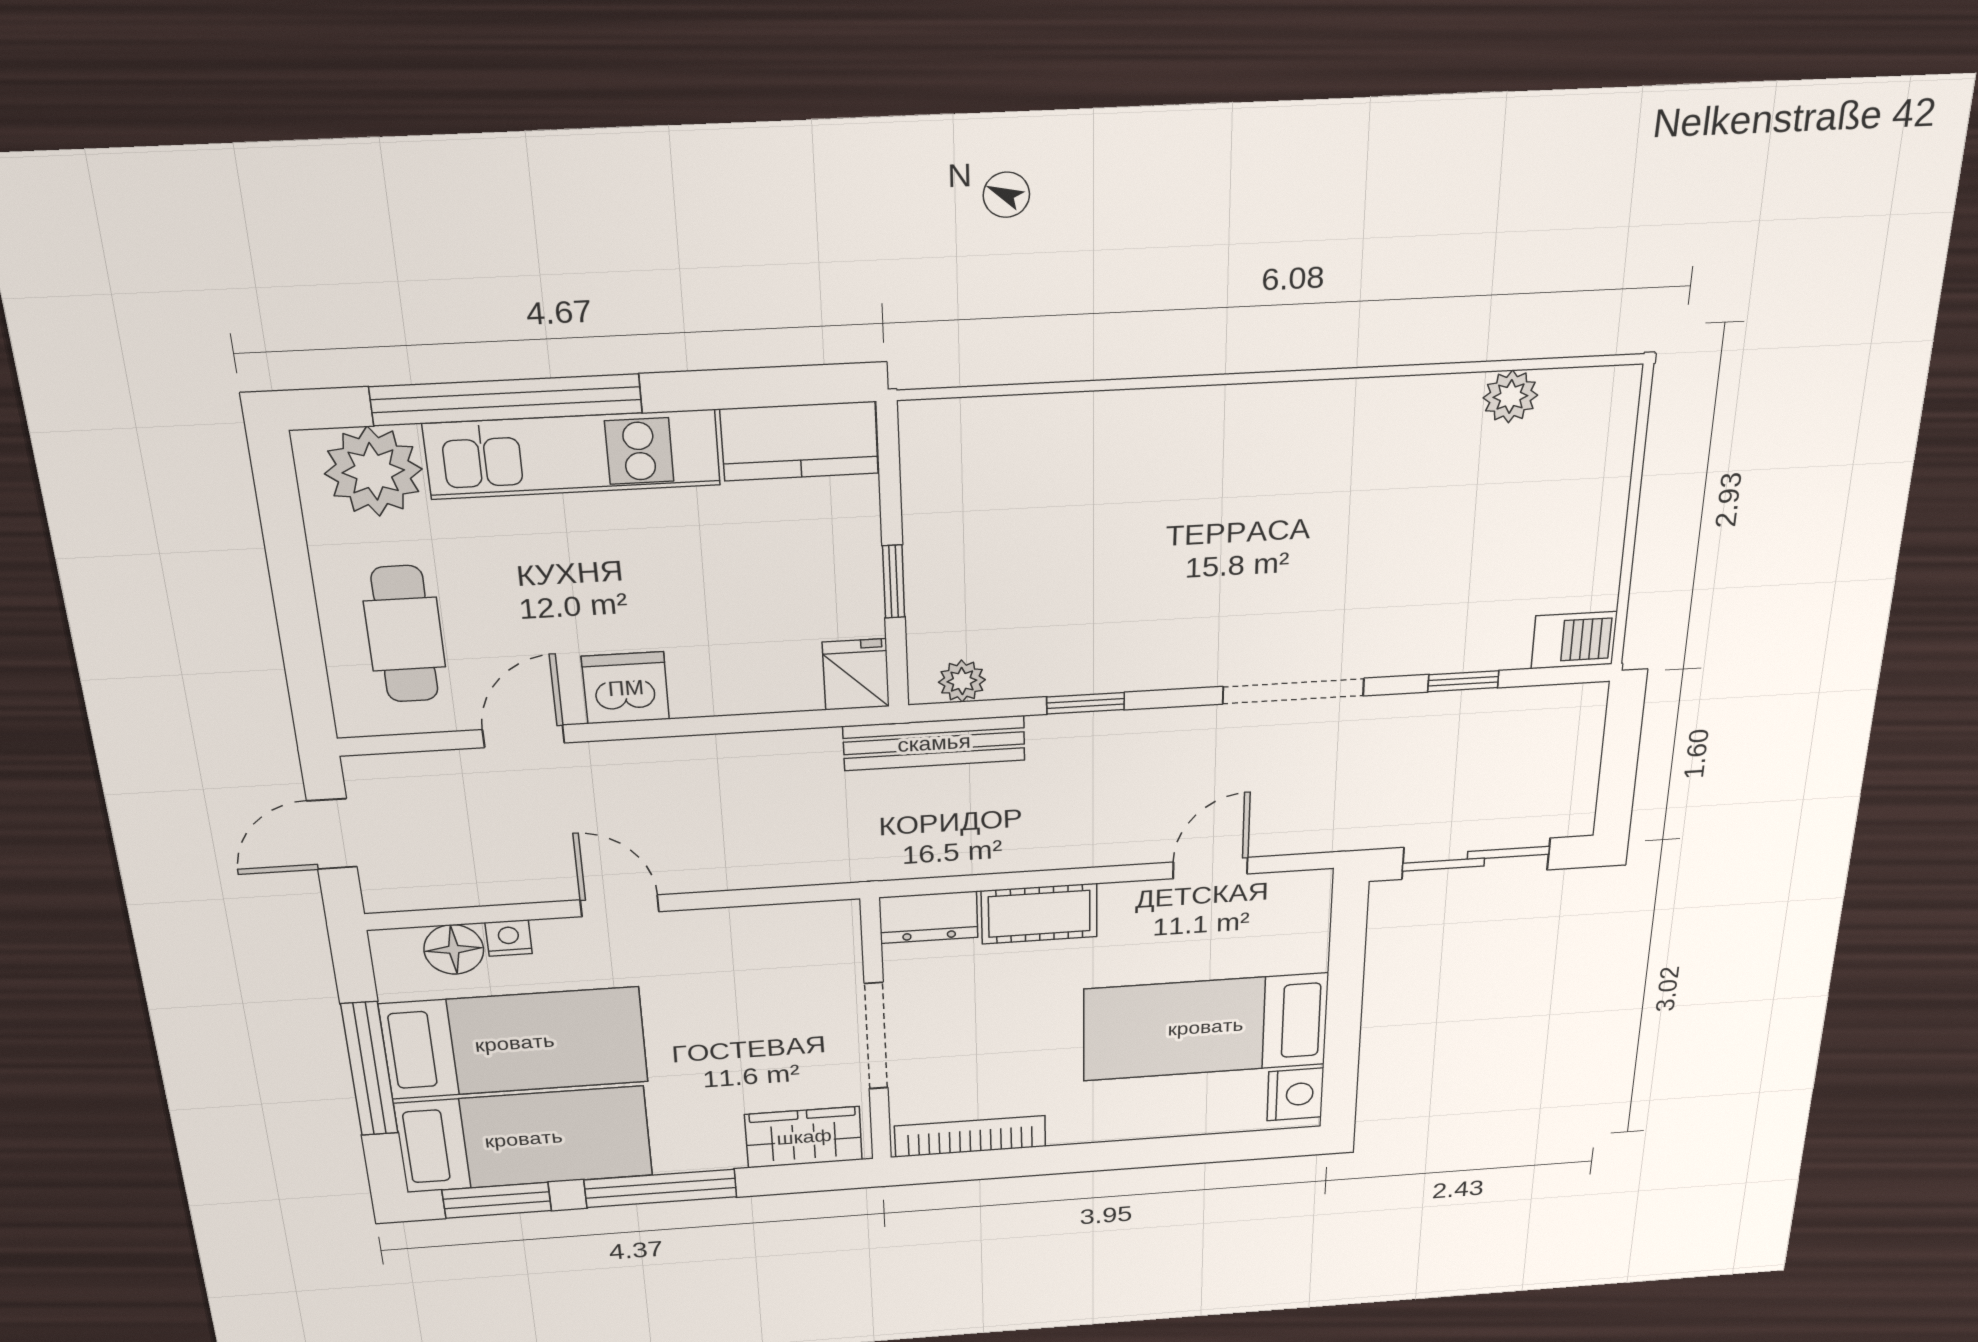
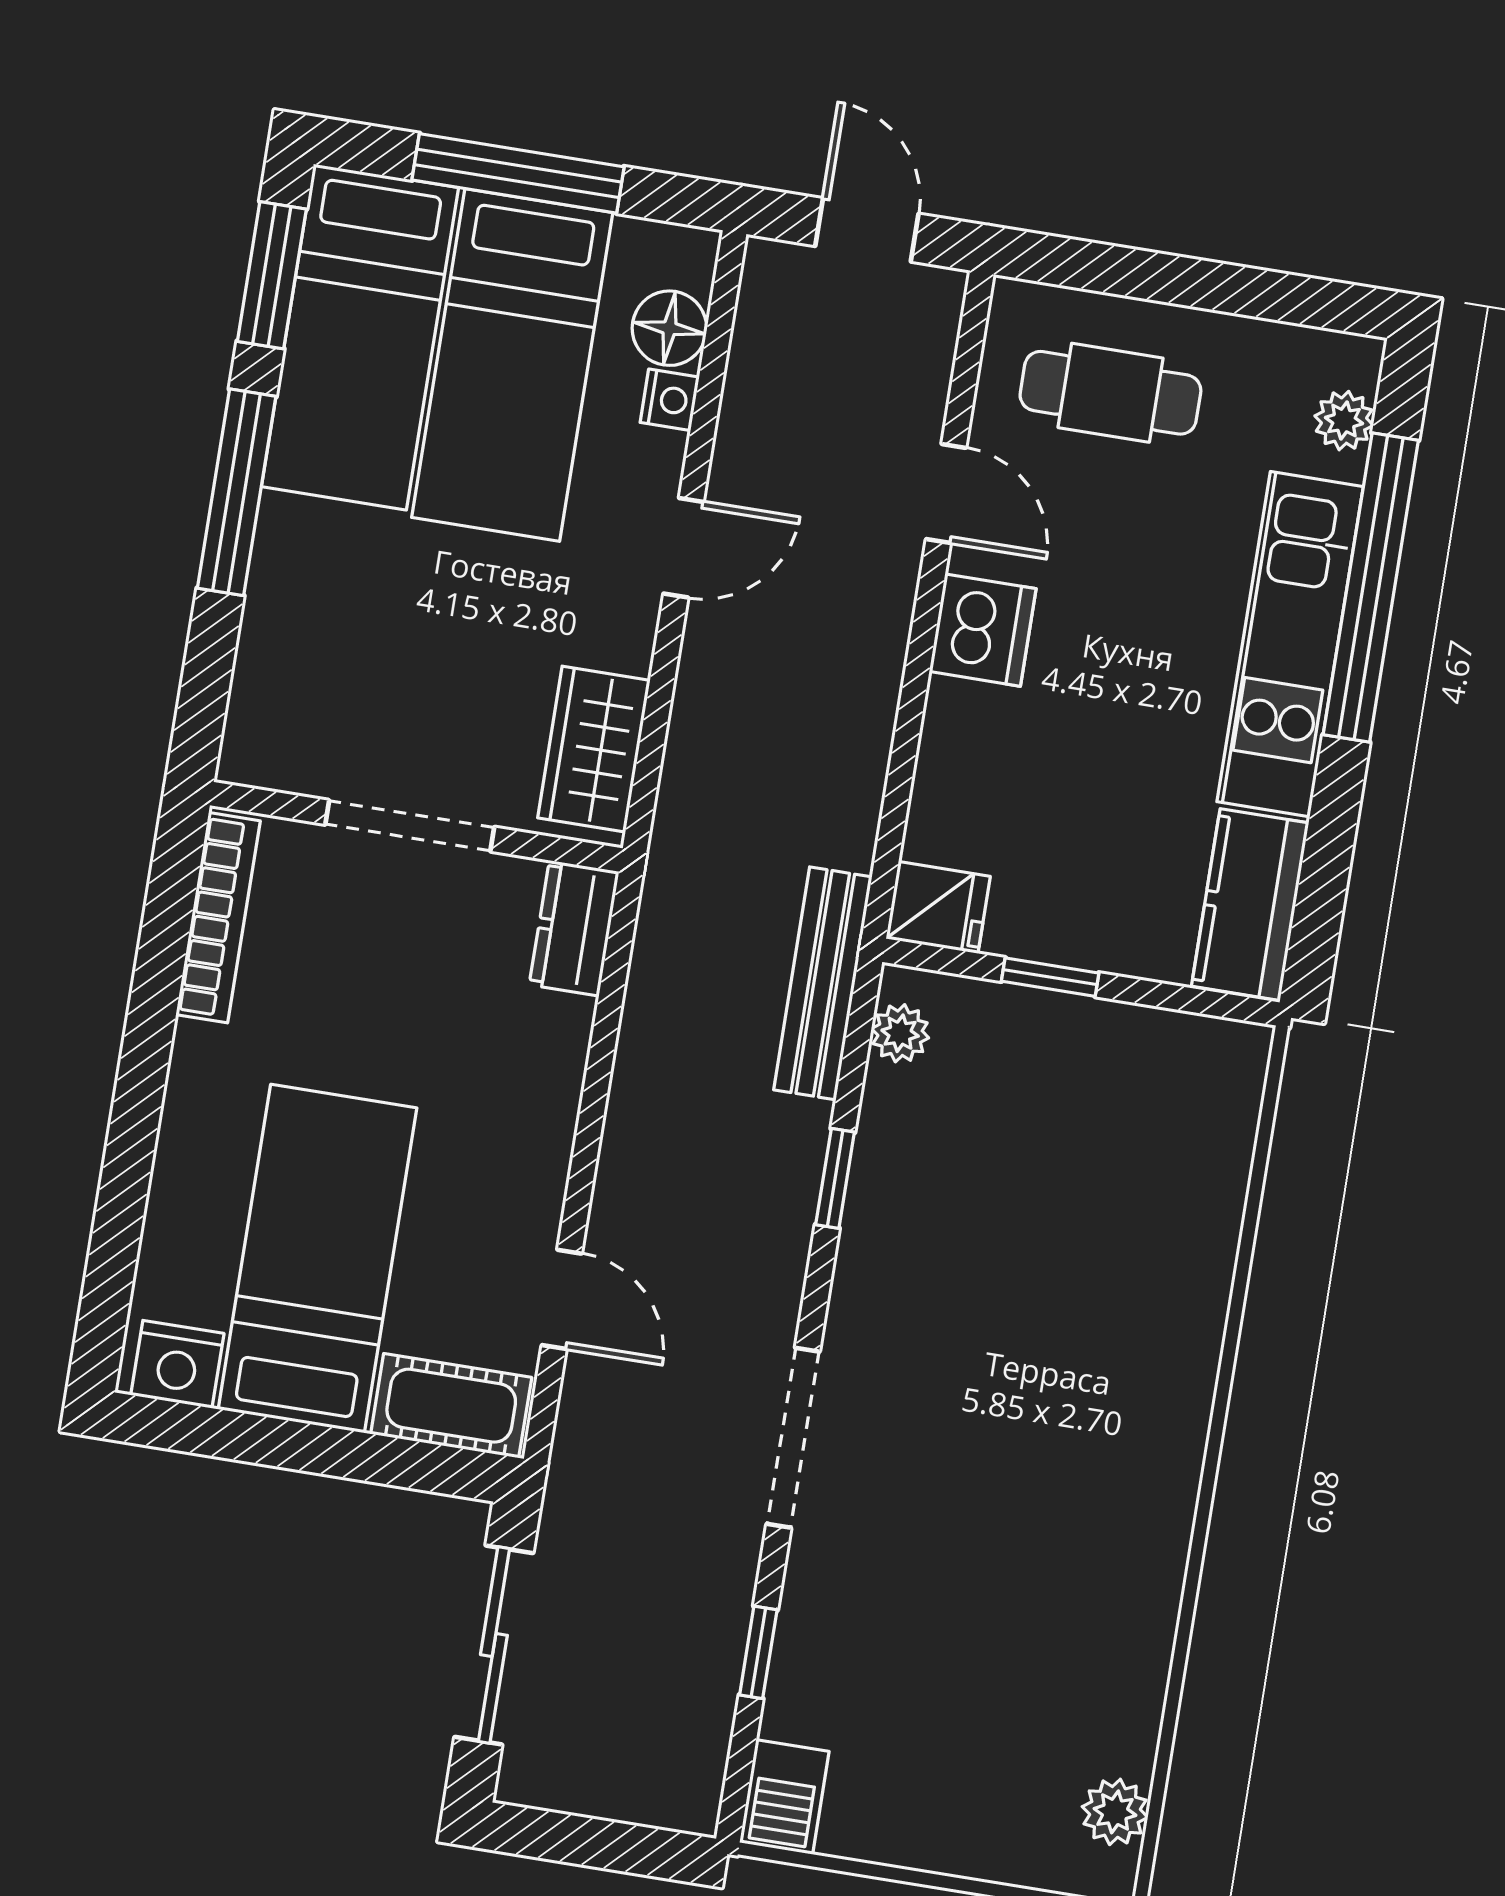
plant: (1510, 397) -> (1115, 1812), moved
plant: (373, 471) -> (1344, 421), width x0.53, depth x0.53
cot: (1039, 914) -> (451, 1406), moved, turned 90
wardrobe: (804, 1137) -> (594, 749), moved, turned 180

